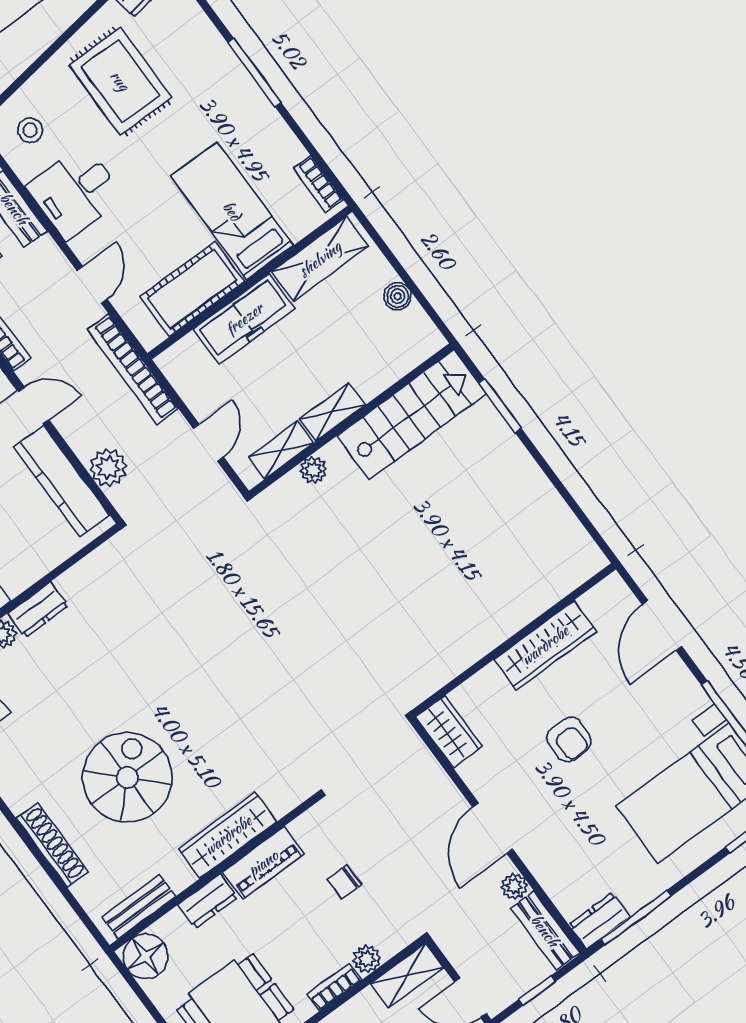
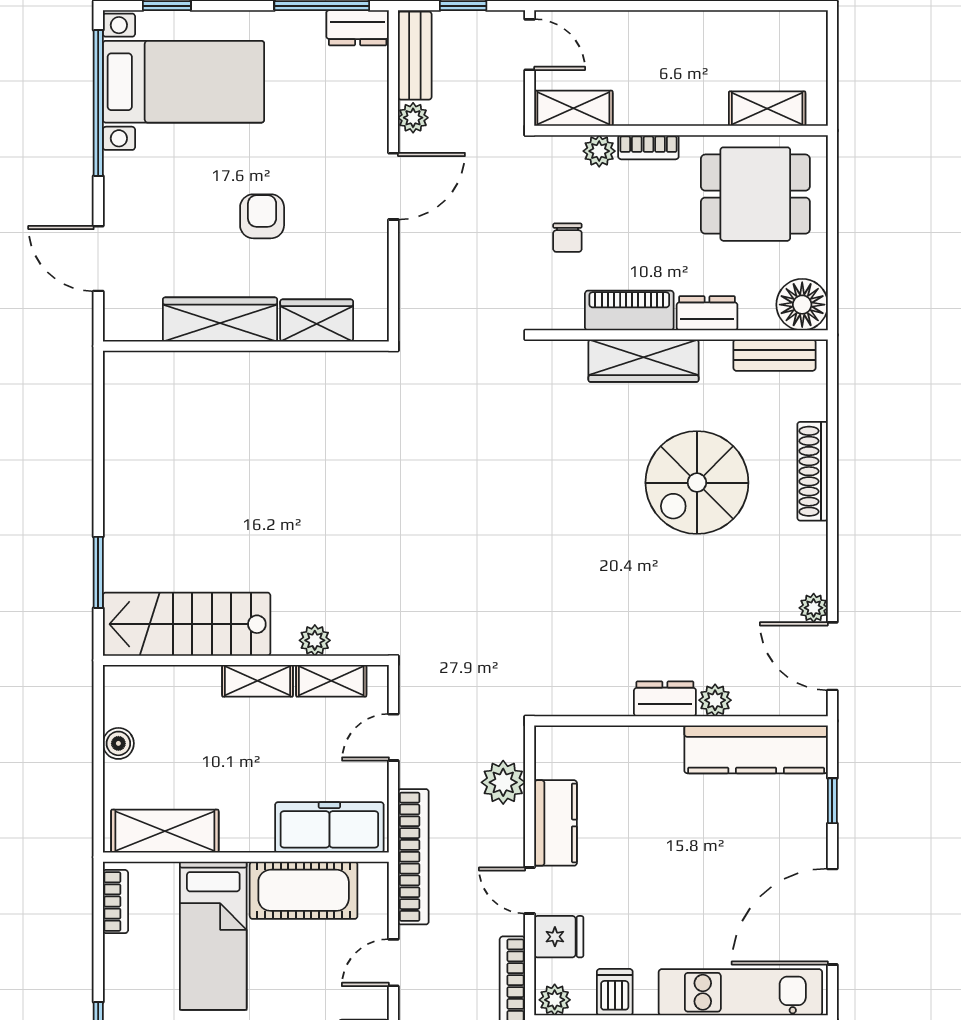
freezer: (244, 319) -> (329, 827), moved
kitchen counter: (62, 481) -> (556, 823), width x0.67
door: (662, 625) -> (98, 259), swing flipped
wardrobe: (449, 732) -> (317, 321), moved, turned 90
chair: (344, 882) -> (567, 238), turned 90

